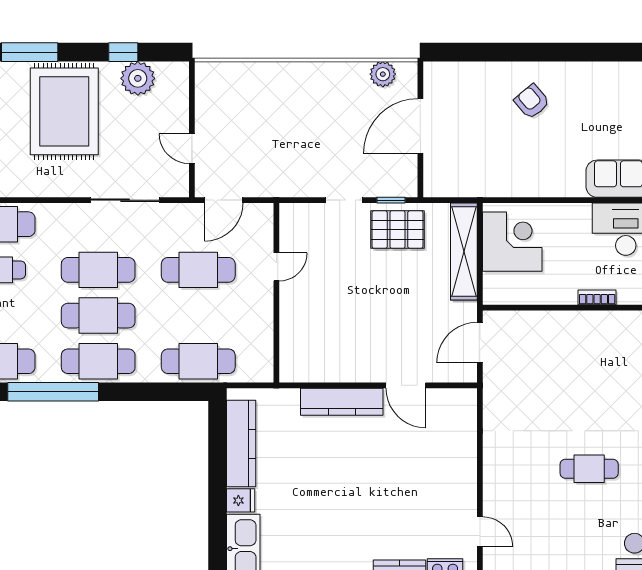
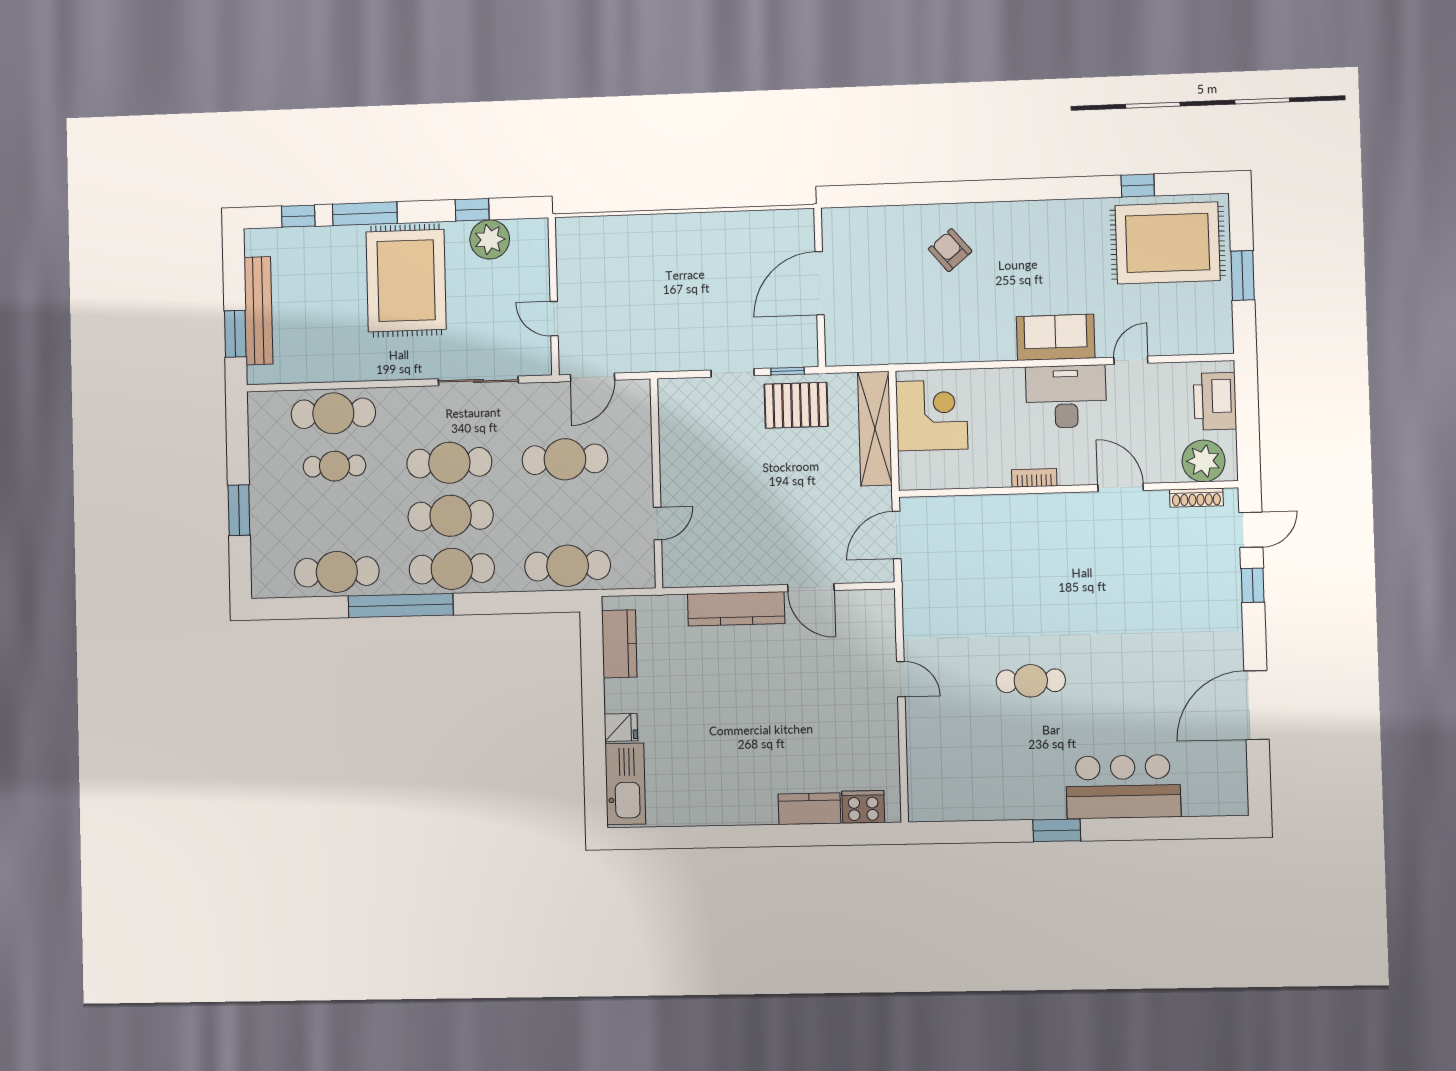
plant: (383, 74) -> (774, 224), removed
door: (276, 267) -> (657, 523), moved
kitchen counter: (241, 444) -> (619, 644), width x0.67
door: (480, 532) -> (901, 679), moved

